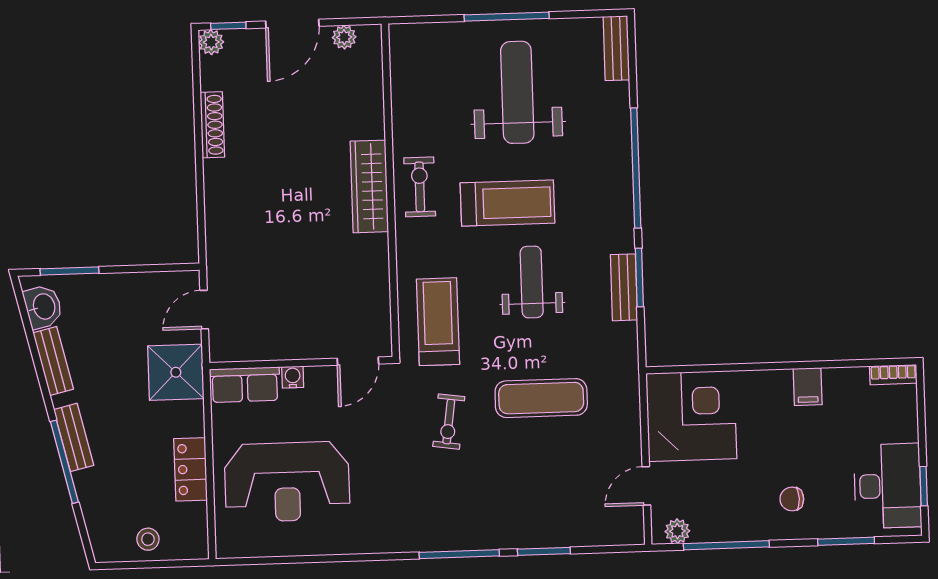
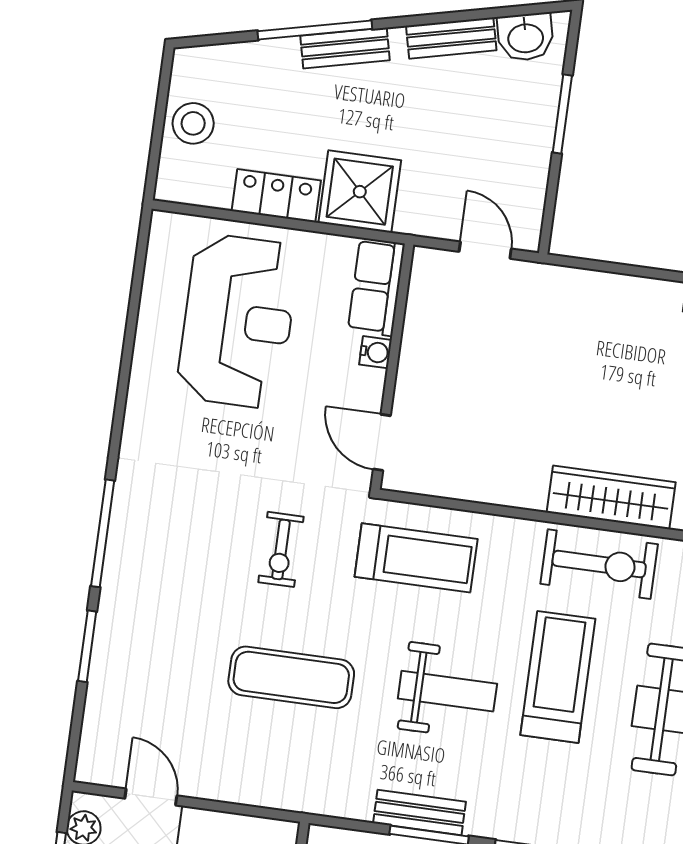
exercise bike: (420, 187) -> (599, 564), width x1.38, depth x1.39
treadmill: (508, 203) -> (558, 677), turned 180
window: (70, 271) -> (562, 114), moved
shower: (176, 372) -> (360, 192), moved
exercise mat: (541, 398) -> (291, 677), turned 90
exercise bike: (449, 422) -> (281, 549), turned -98
reception desk: (287, 482) -> (238, 321), turned 180
stool: (148, 539) -> (193, 123), width x1.37, depth x1.37

